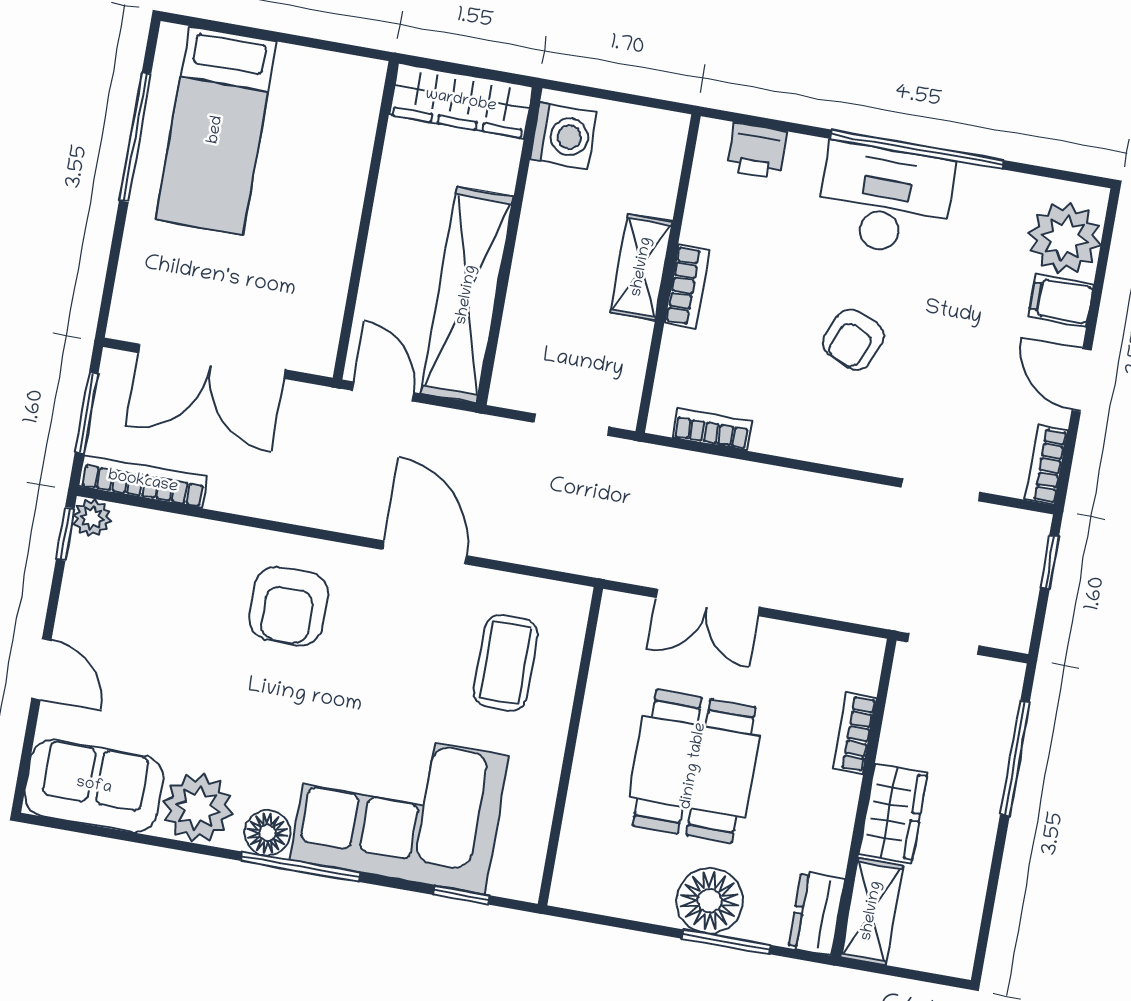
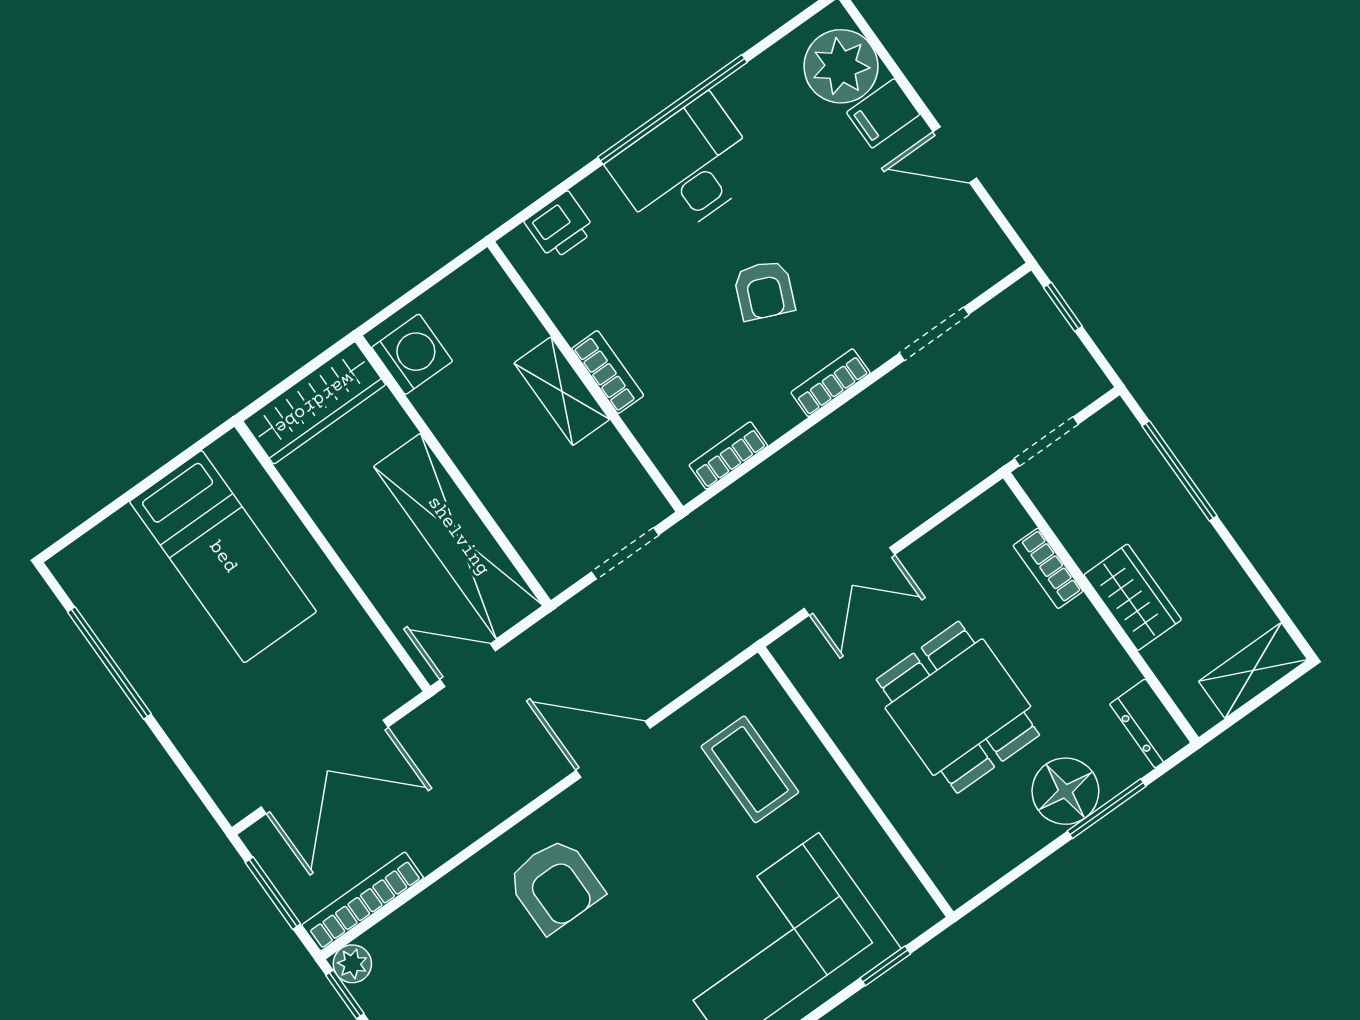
bed: (216, 130) -> (223, 557), moved
bookcase: (1046, 465) -> (831, 383), moved, turned 90
shelving: (872, 911) -> (1253, 671), moved, turned 90

